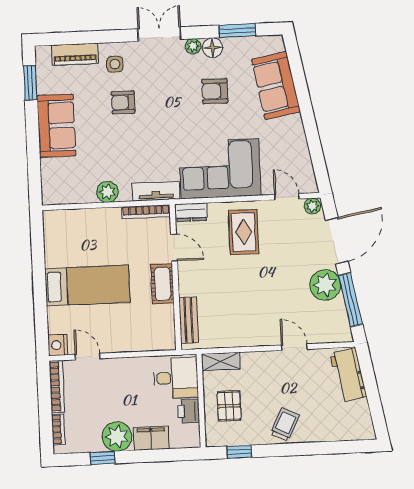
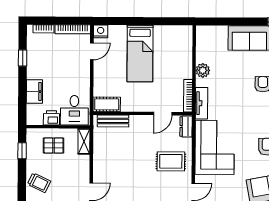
cot: (162, 284) -> (107, 104), moved
plant: (117, 437) -> (37, 69), removed

